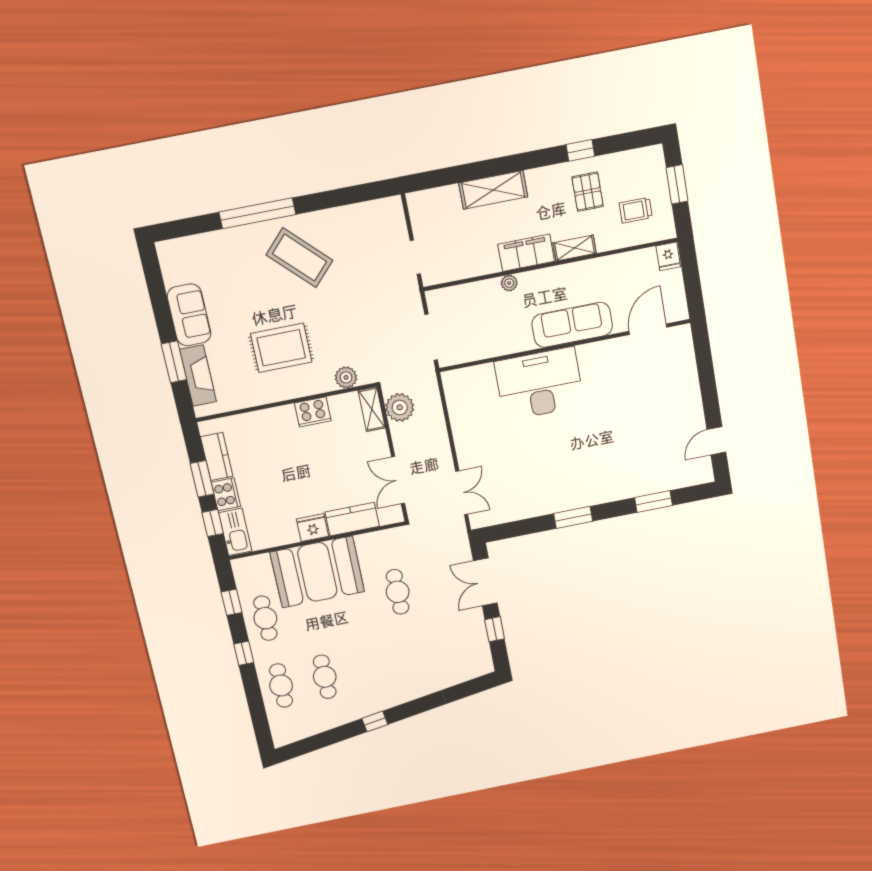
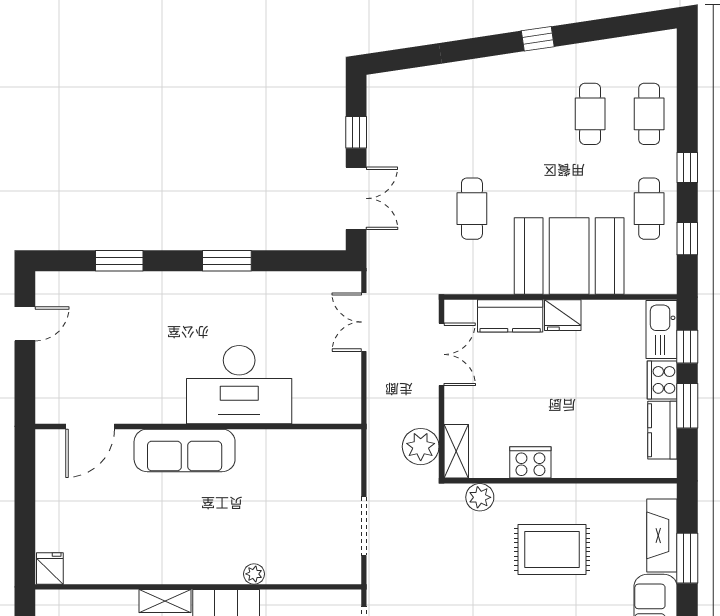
sofa: (572, 325) -> (185, 450), moved
door: (648, 329) -> (90, 426), moved
wall: (565, 346) -> (198, 426), moved
desk: (539, 384) -> (239, 385), moved

